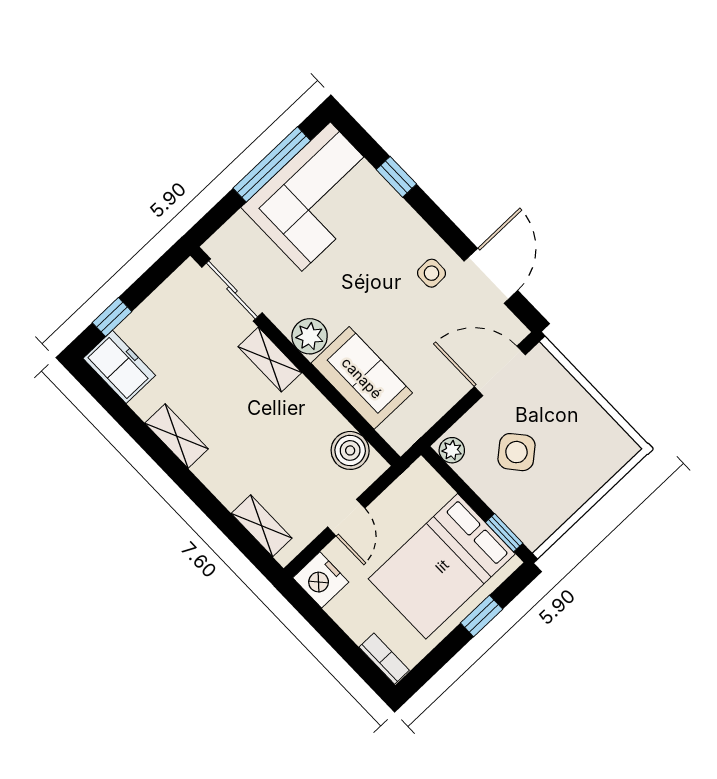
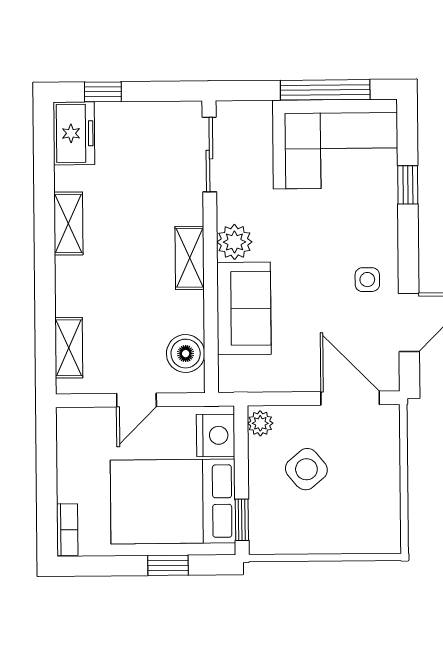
shelving: (270, 360) -> (190, 258), moved
nightstand: (321, 580) -> (216, 435), moved, turned 180

